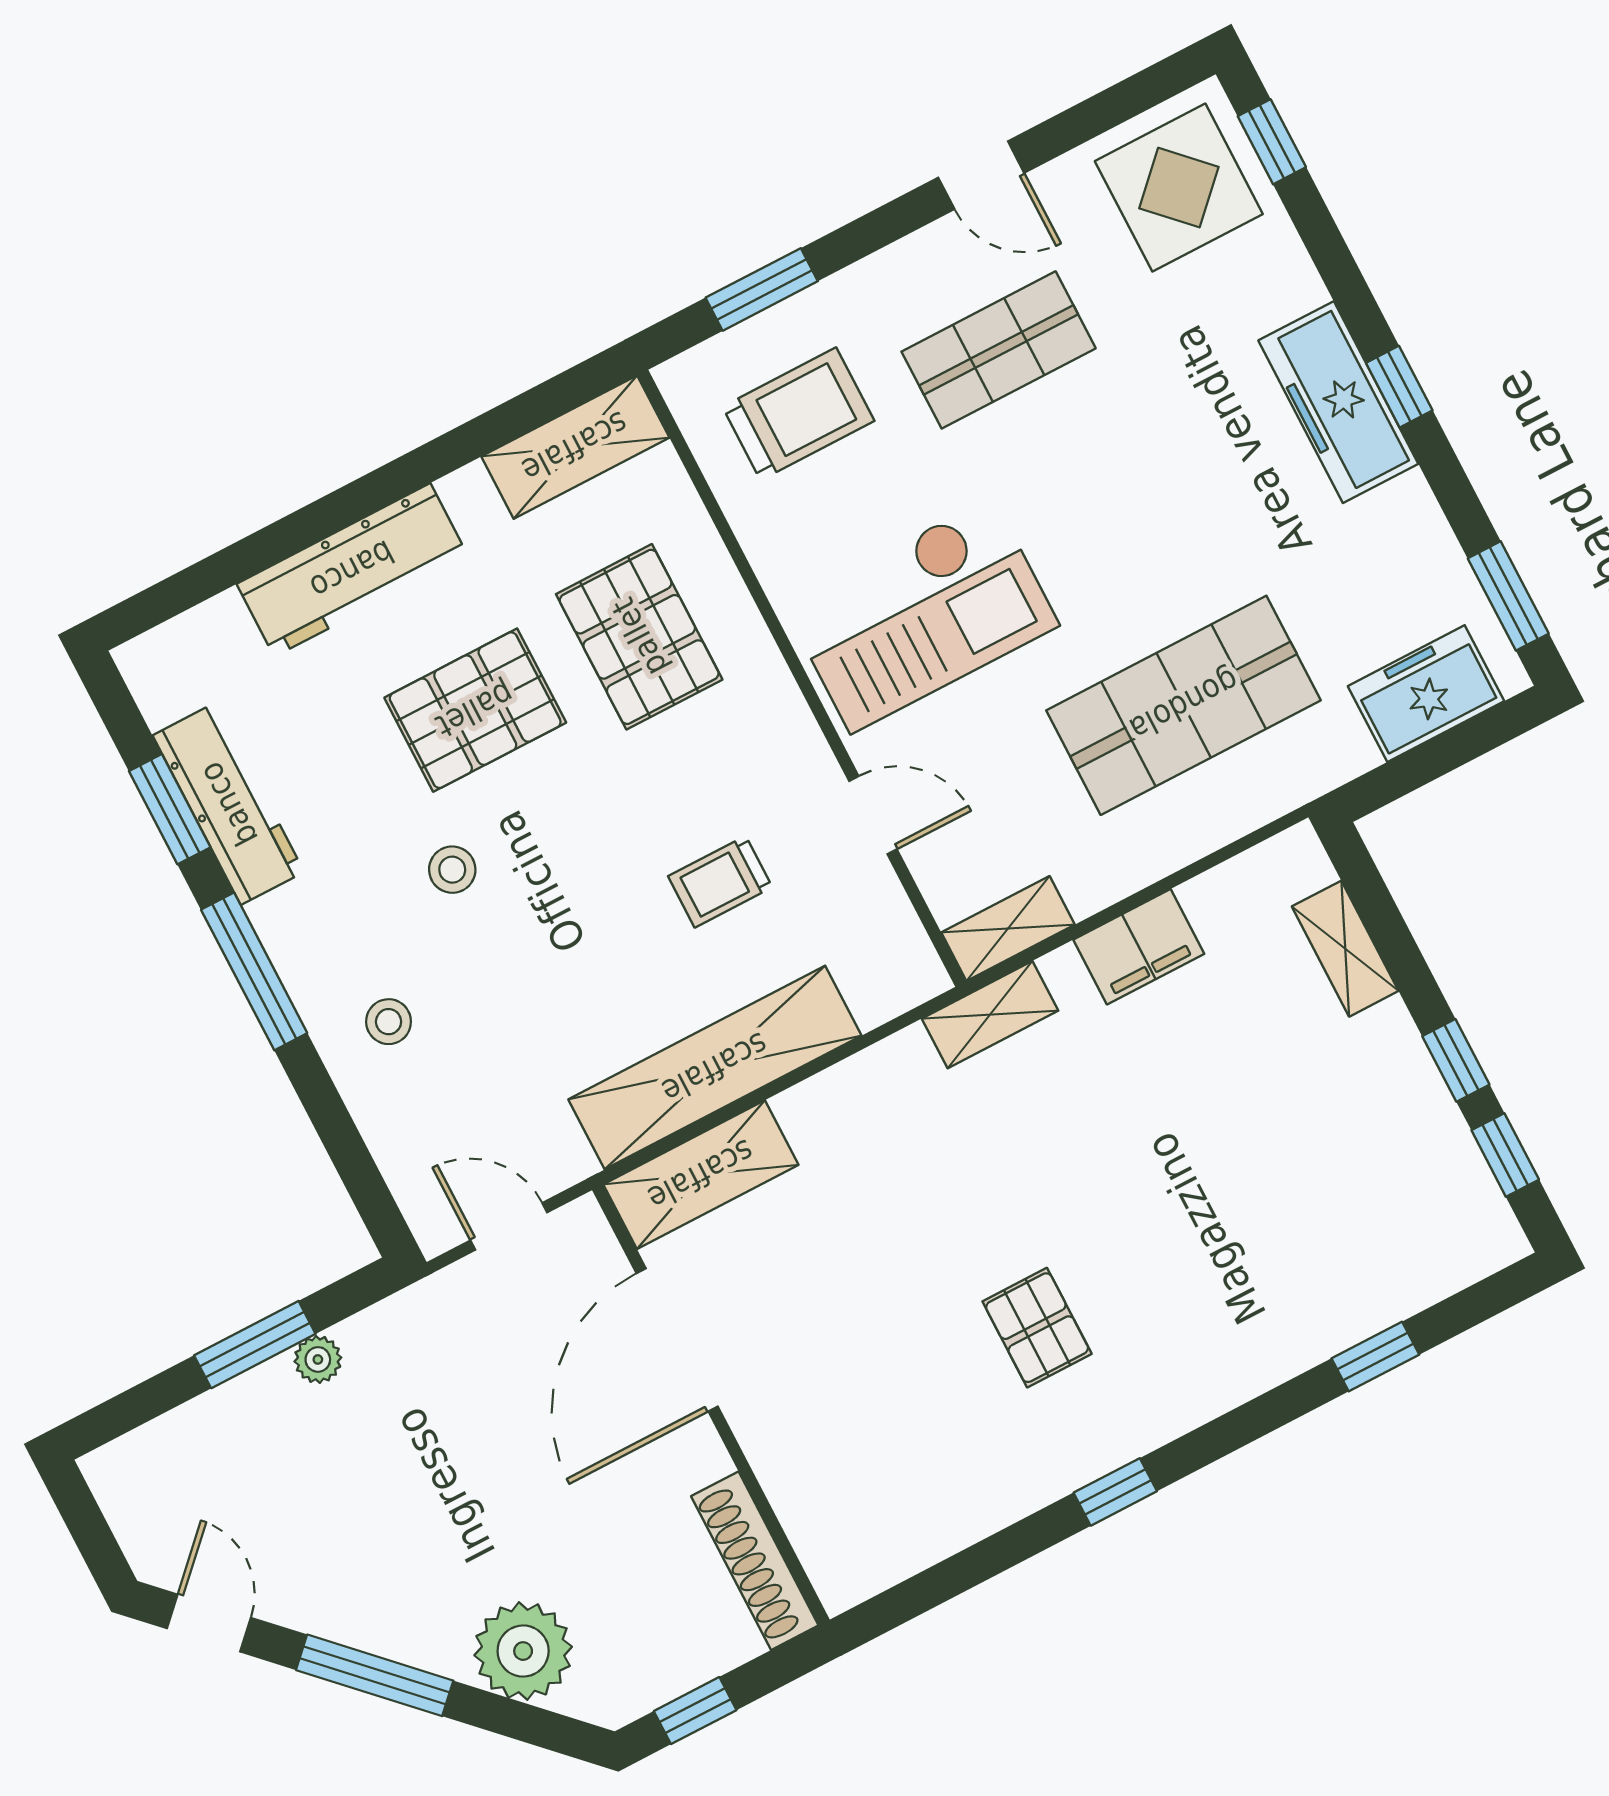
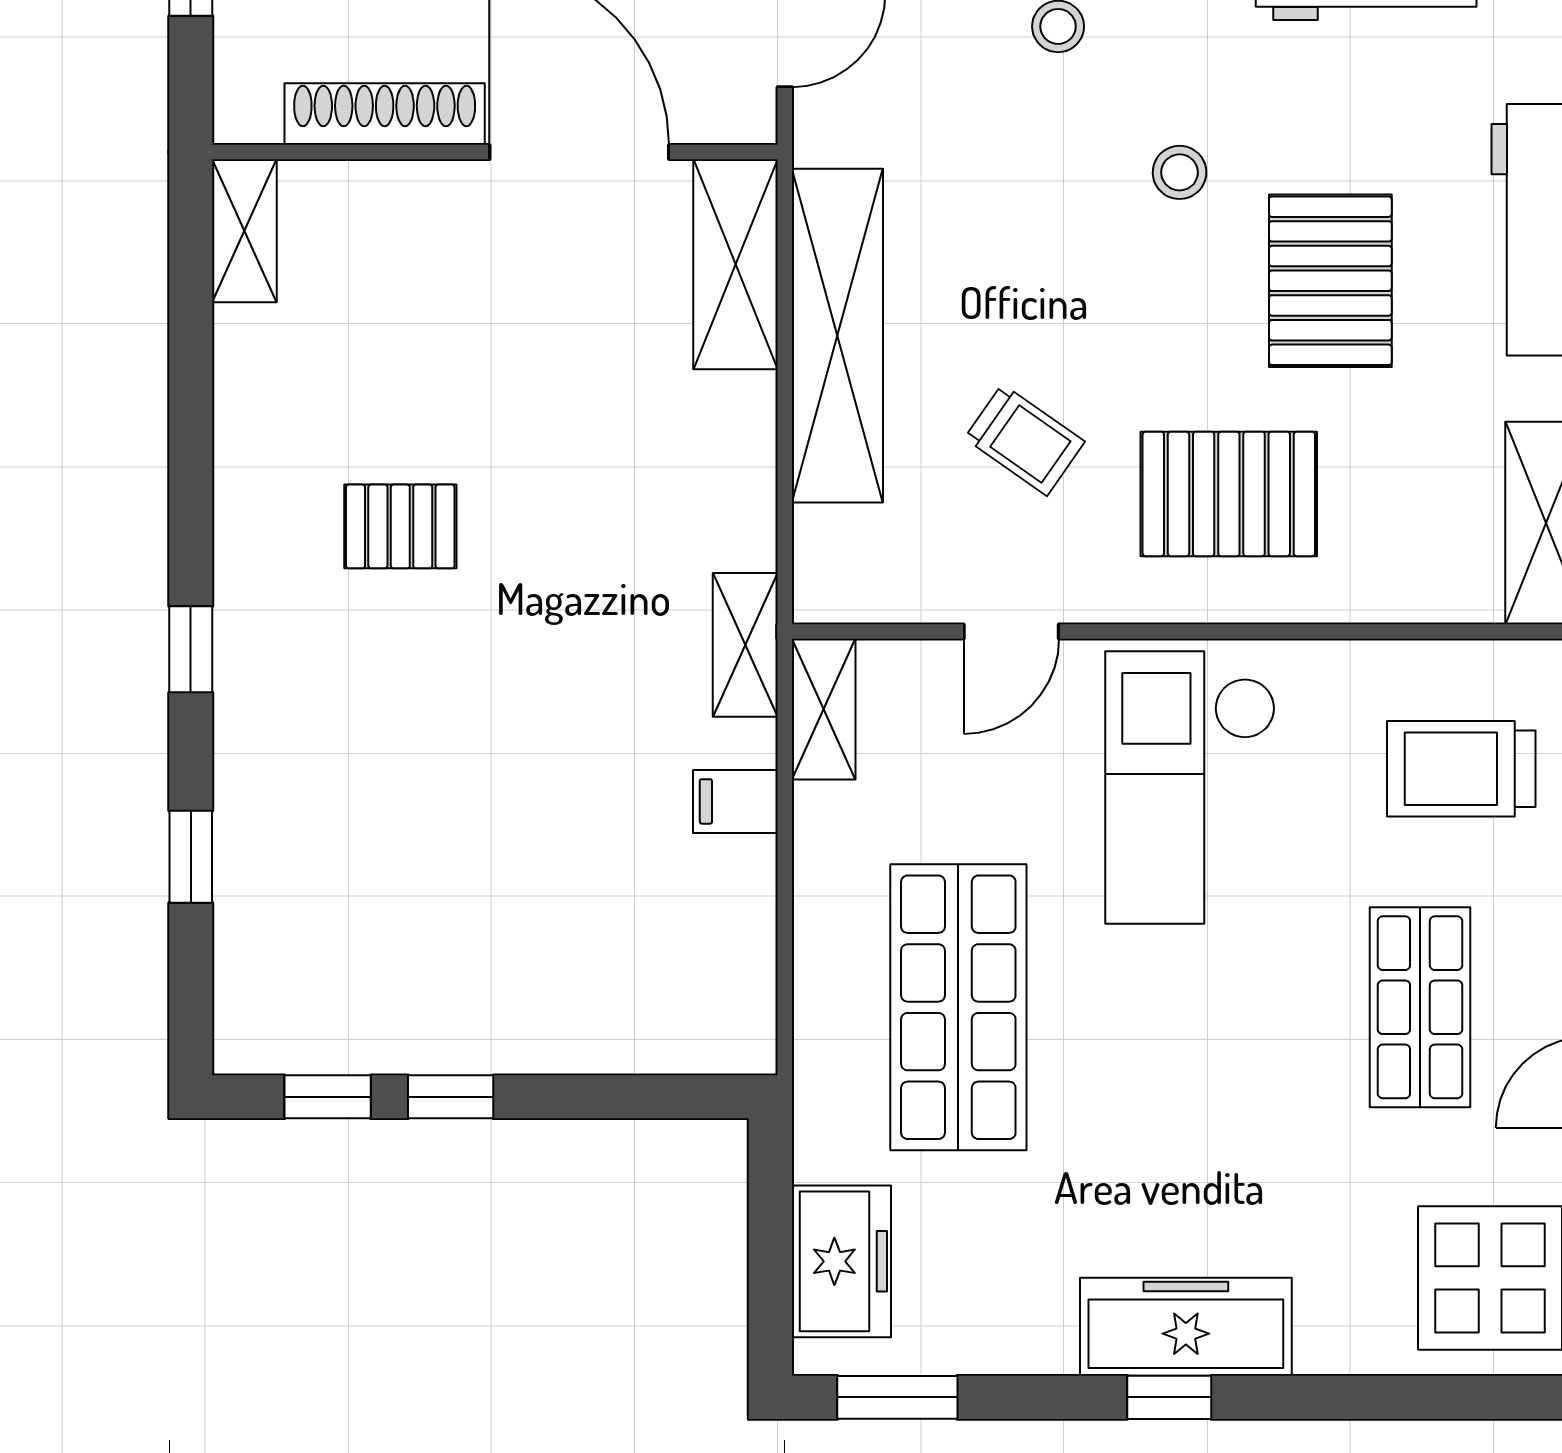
window: (1272, 142) -> (1487, 1397), removed
trolley: (798, 414) -> (1461, 769), turned 90
pallet: (639, 637) -> (1229, 494), moved
trolley: (720, 882) -> (1025, 440), turned 125
filing cabinet: (1139, 947) -> (735, 801), width x0.50
shelving: (1345, 949) -> (244, 231), moved, turned 90
window: (1115, 1492) -> (191, 649), moved
shoe rack: (755, 1561) -> (385, 114), moved

